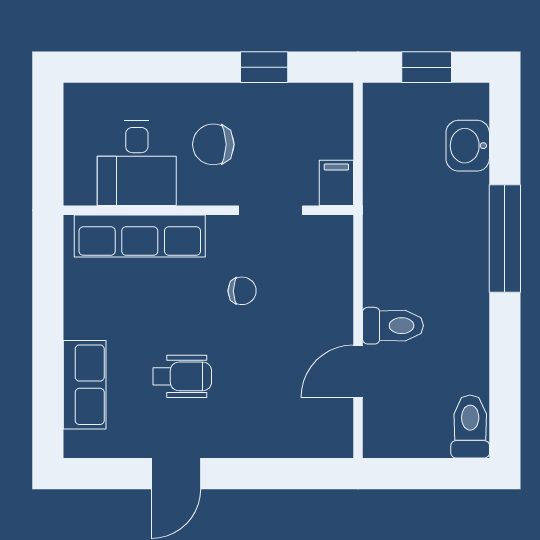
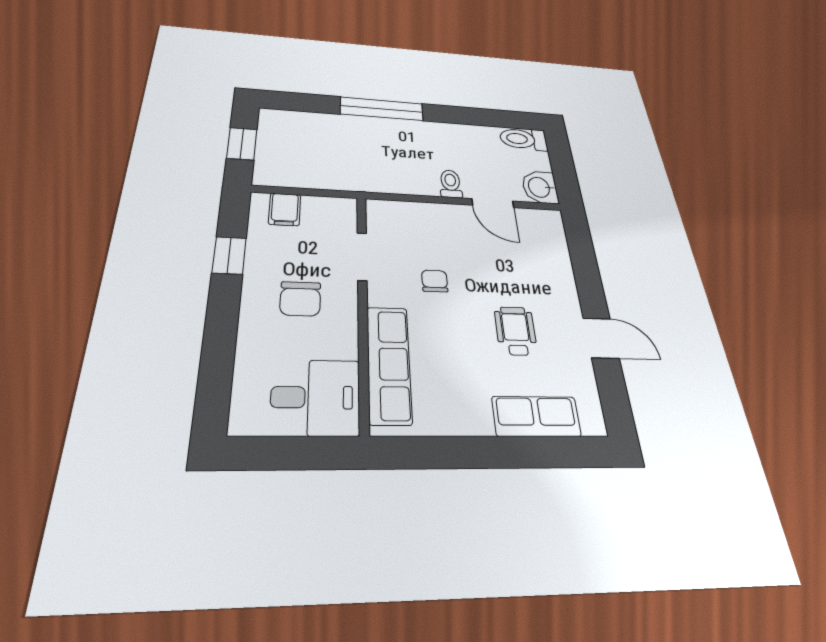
washbasin: (468, 146) -> (540, 187), moved, turned 90
desk: (137, 163) -> (315, 397), moved
filing cabinet: (336, 183) -> (285, 209), moved, turned -90
toilet: (393, 326) -> (451, 184), width x0.73, depth x0.72

